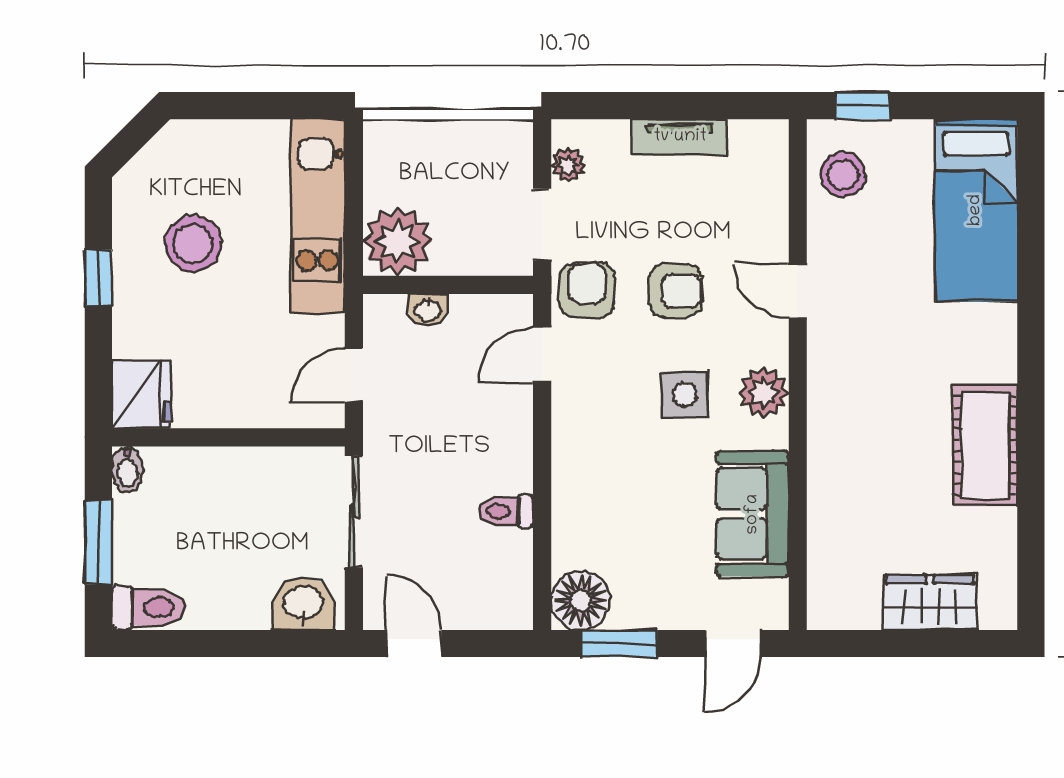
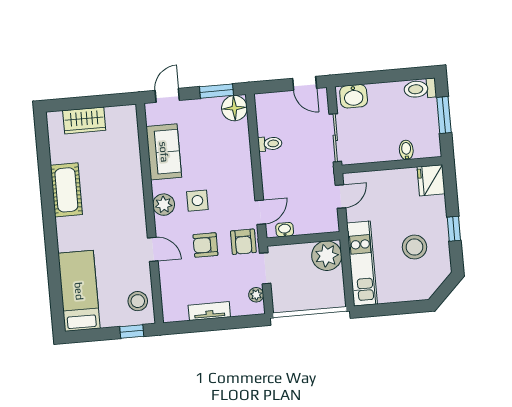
washbasin: (428, 310) -> (285, 230), moved
bidet: (128, 469) -> (406, 150), moved

